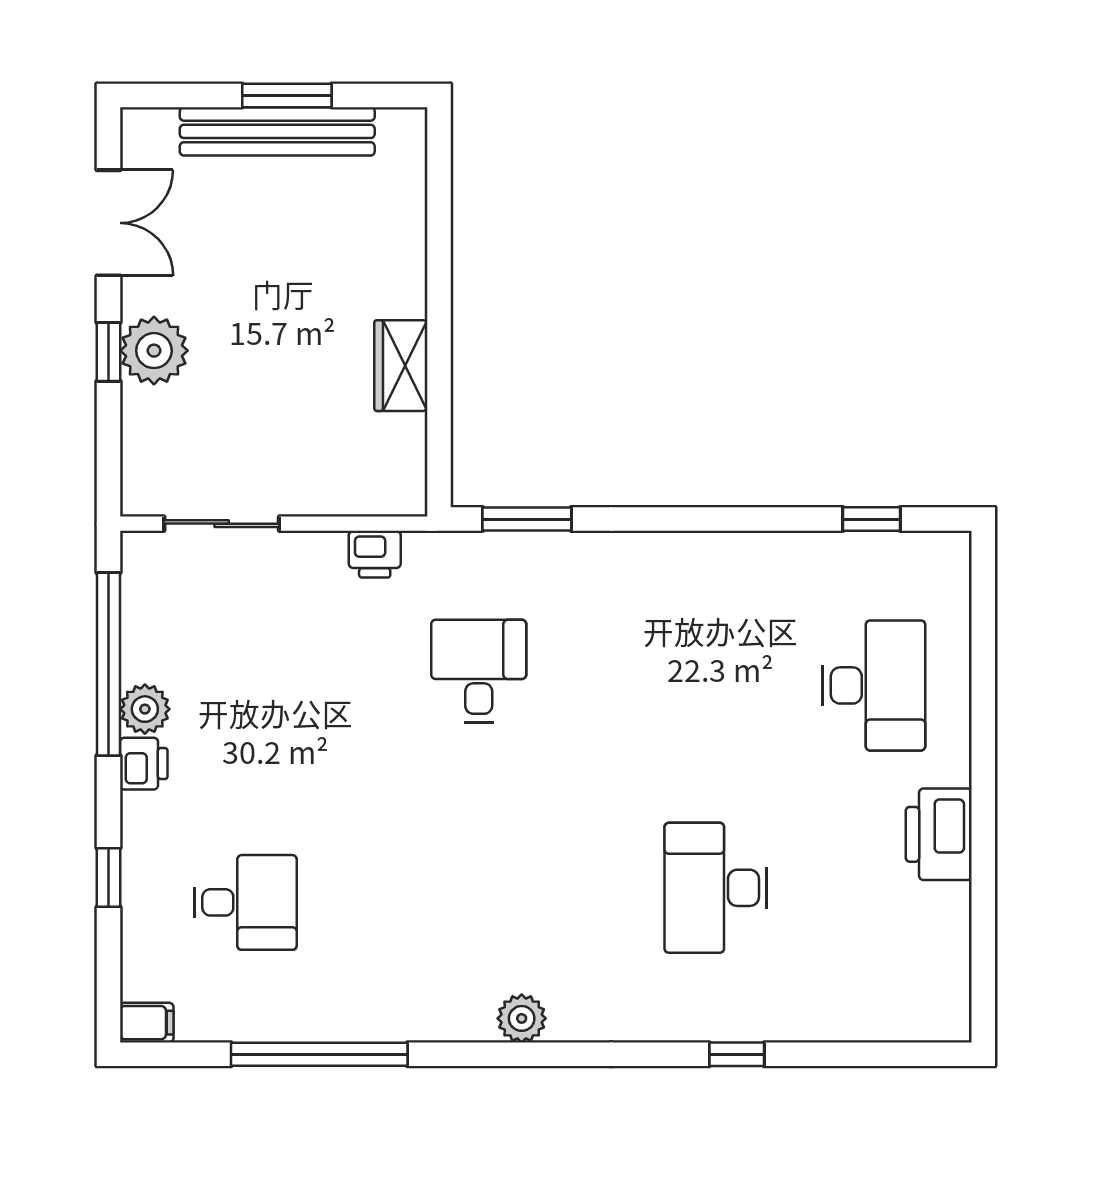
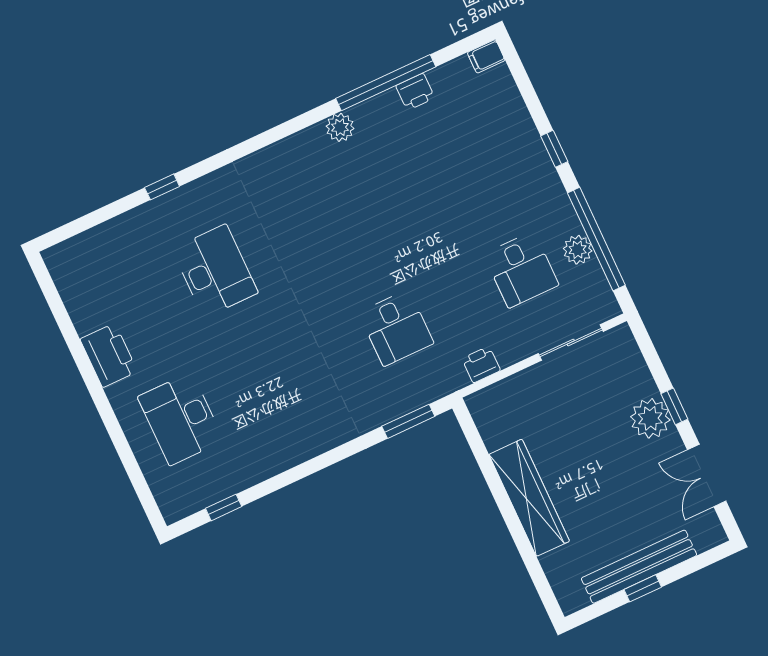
window: (287, 96) -> (643, 588), width x0.67
wardrobe: (401, 366) -> (529, 498), width x2.10, depth x1.17
plant: (145, 709) -> (578, 250), moved
printer: (144, 764) -> (415, 92), moved, turned -90
window: (108, 877) -> (554, 149), moved
desk: (245, 902) -> (521, 270), moved, turned -90
plant: (522, 1018) -> (340, 127), moved

